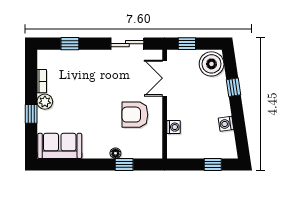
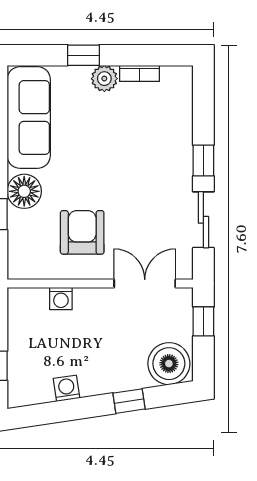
window: (70, 44) -> (203, 160), moved
sofa: (60, 146) -> (29, 118), width x1.36
floor lamp: (115, 153) -> (24, 191), width x1.89, depth x1.89

